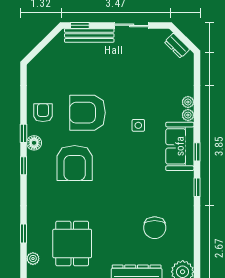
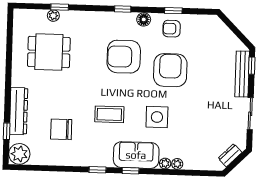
armchair: (43, 113) -> (172, 29), turned 180
side table: (138, 125) -> (157, 117), width x1.87, depth x1.87
window: (24, 133) -> (173, 11), moved
coffee table: (137, 177) -> (109, 114), added
plant: (33, 259) -> (53, 16), moved

